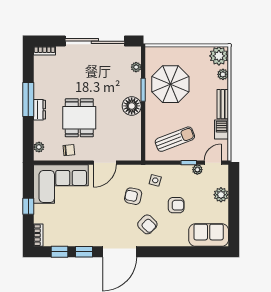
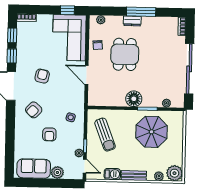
dining table: (79, 118) -> (125, 54), turned 90
armchair: (133, 196) -> (42, 76), moved
window: (28, 206) -> (67, 10), moved
sofa: (209, 235) -> (34, 169), moved, turned -90

